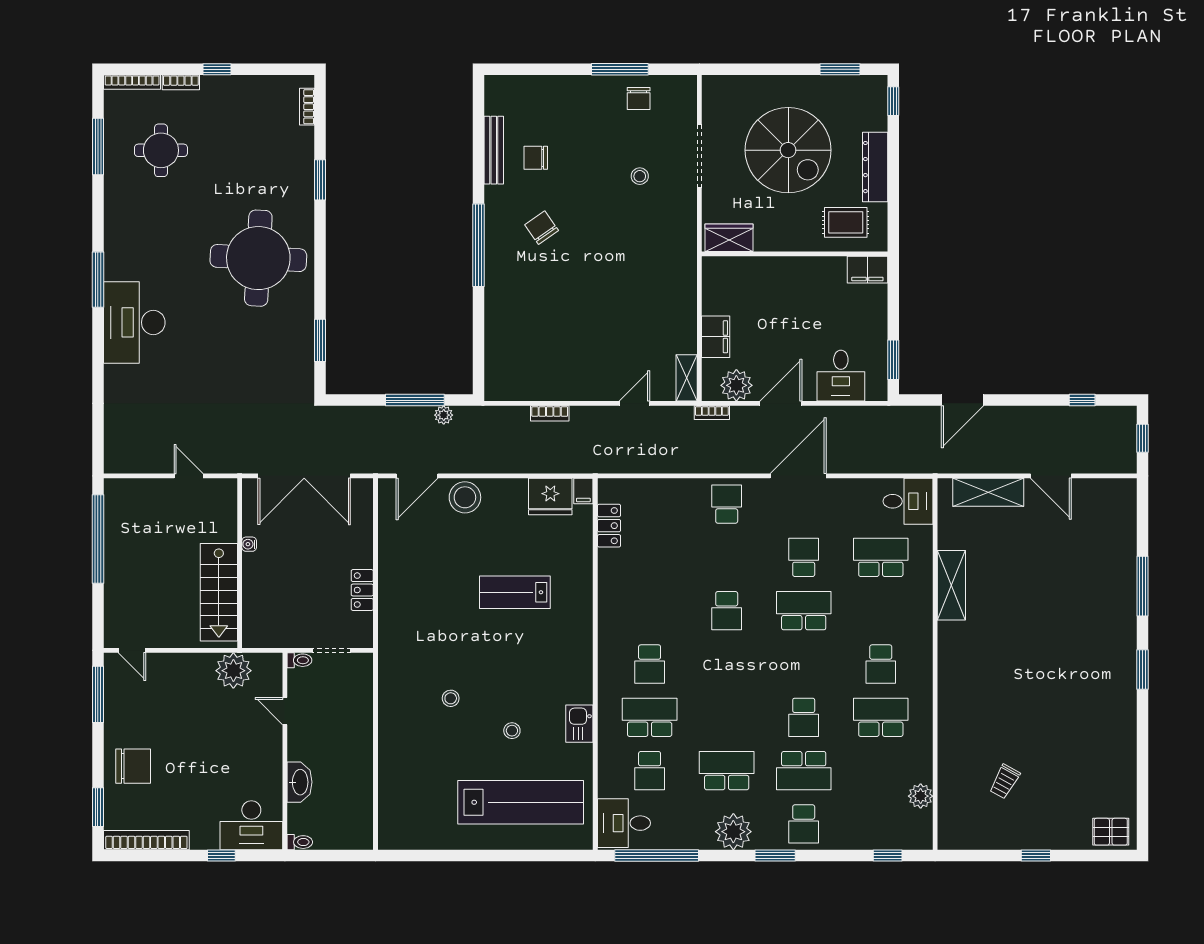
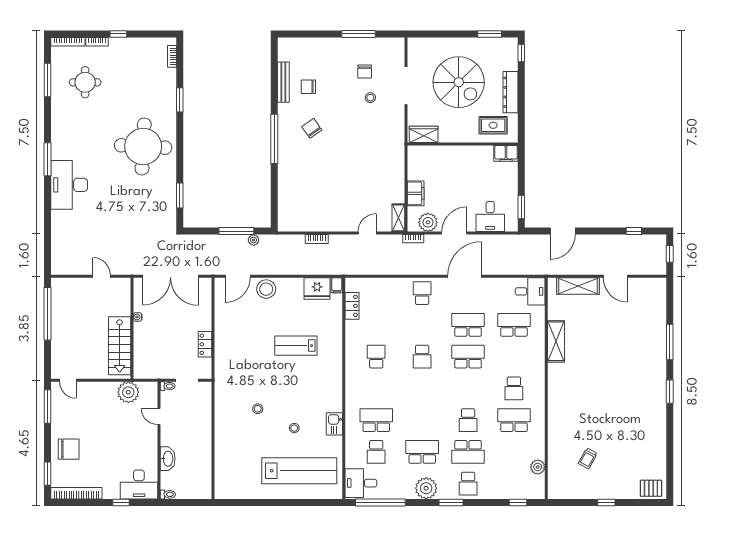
chair: (639, 98) -> (365, 72), moved
school desk: (804, 557) -> (468, 325), width x1.85
school desk: (650, 664) -> (376, 357), moved, turned 180

